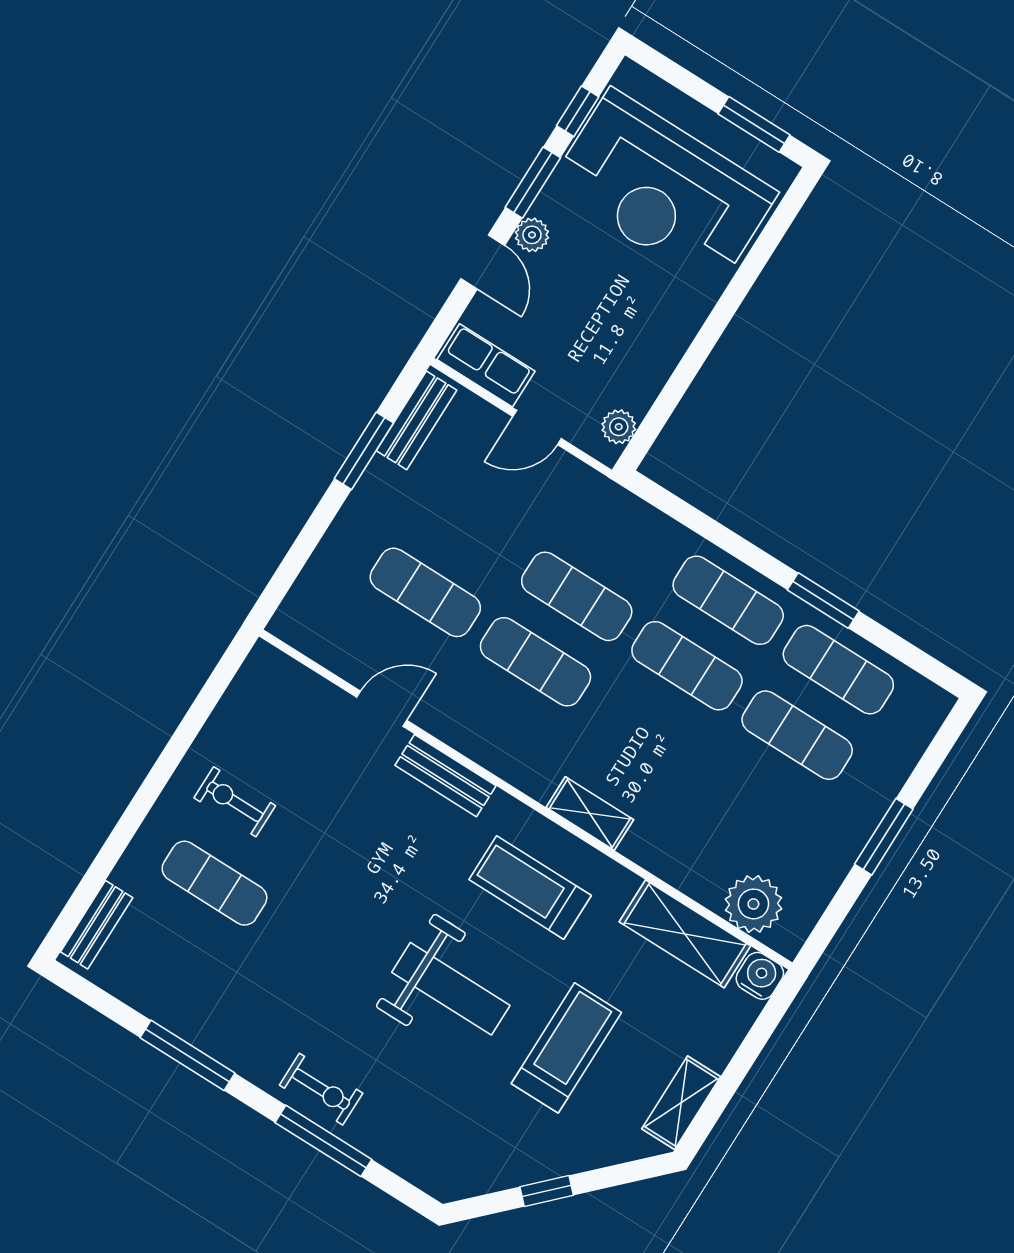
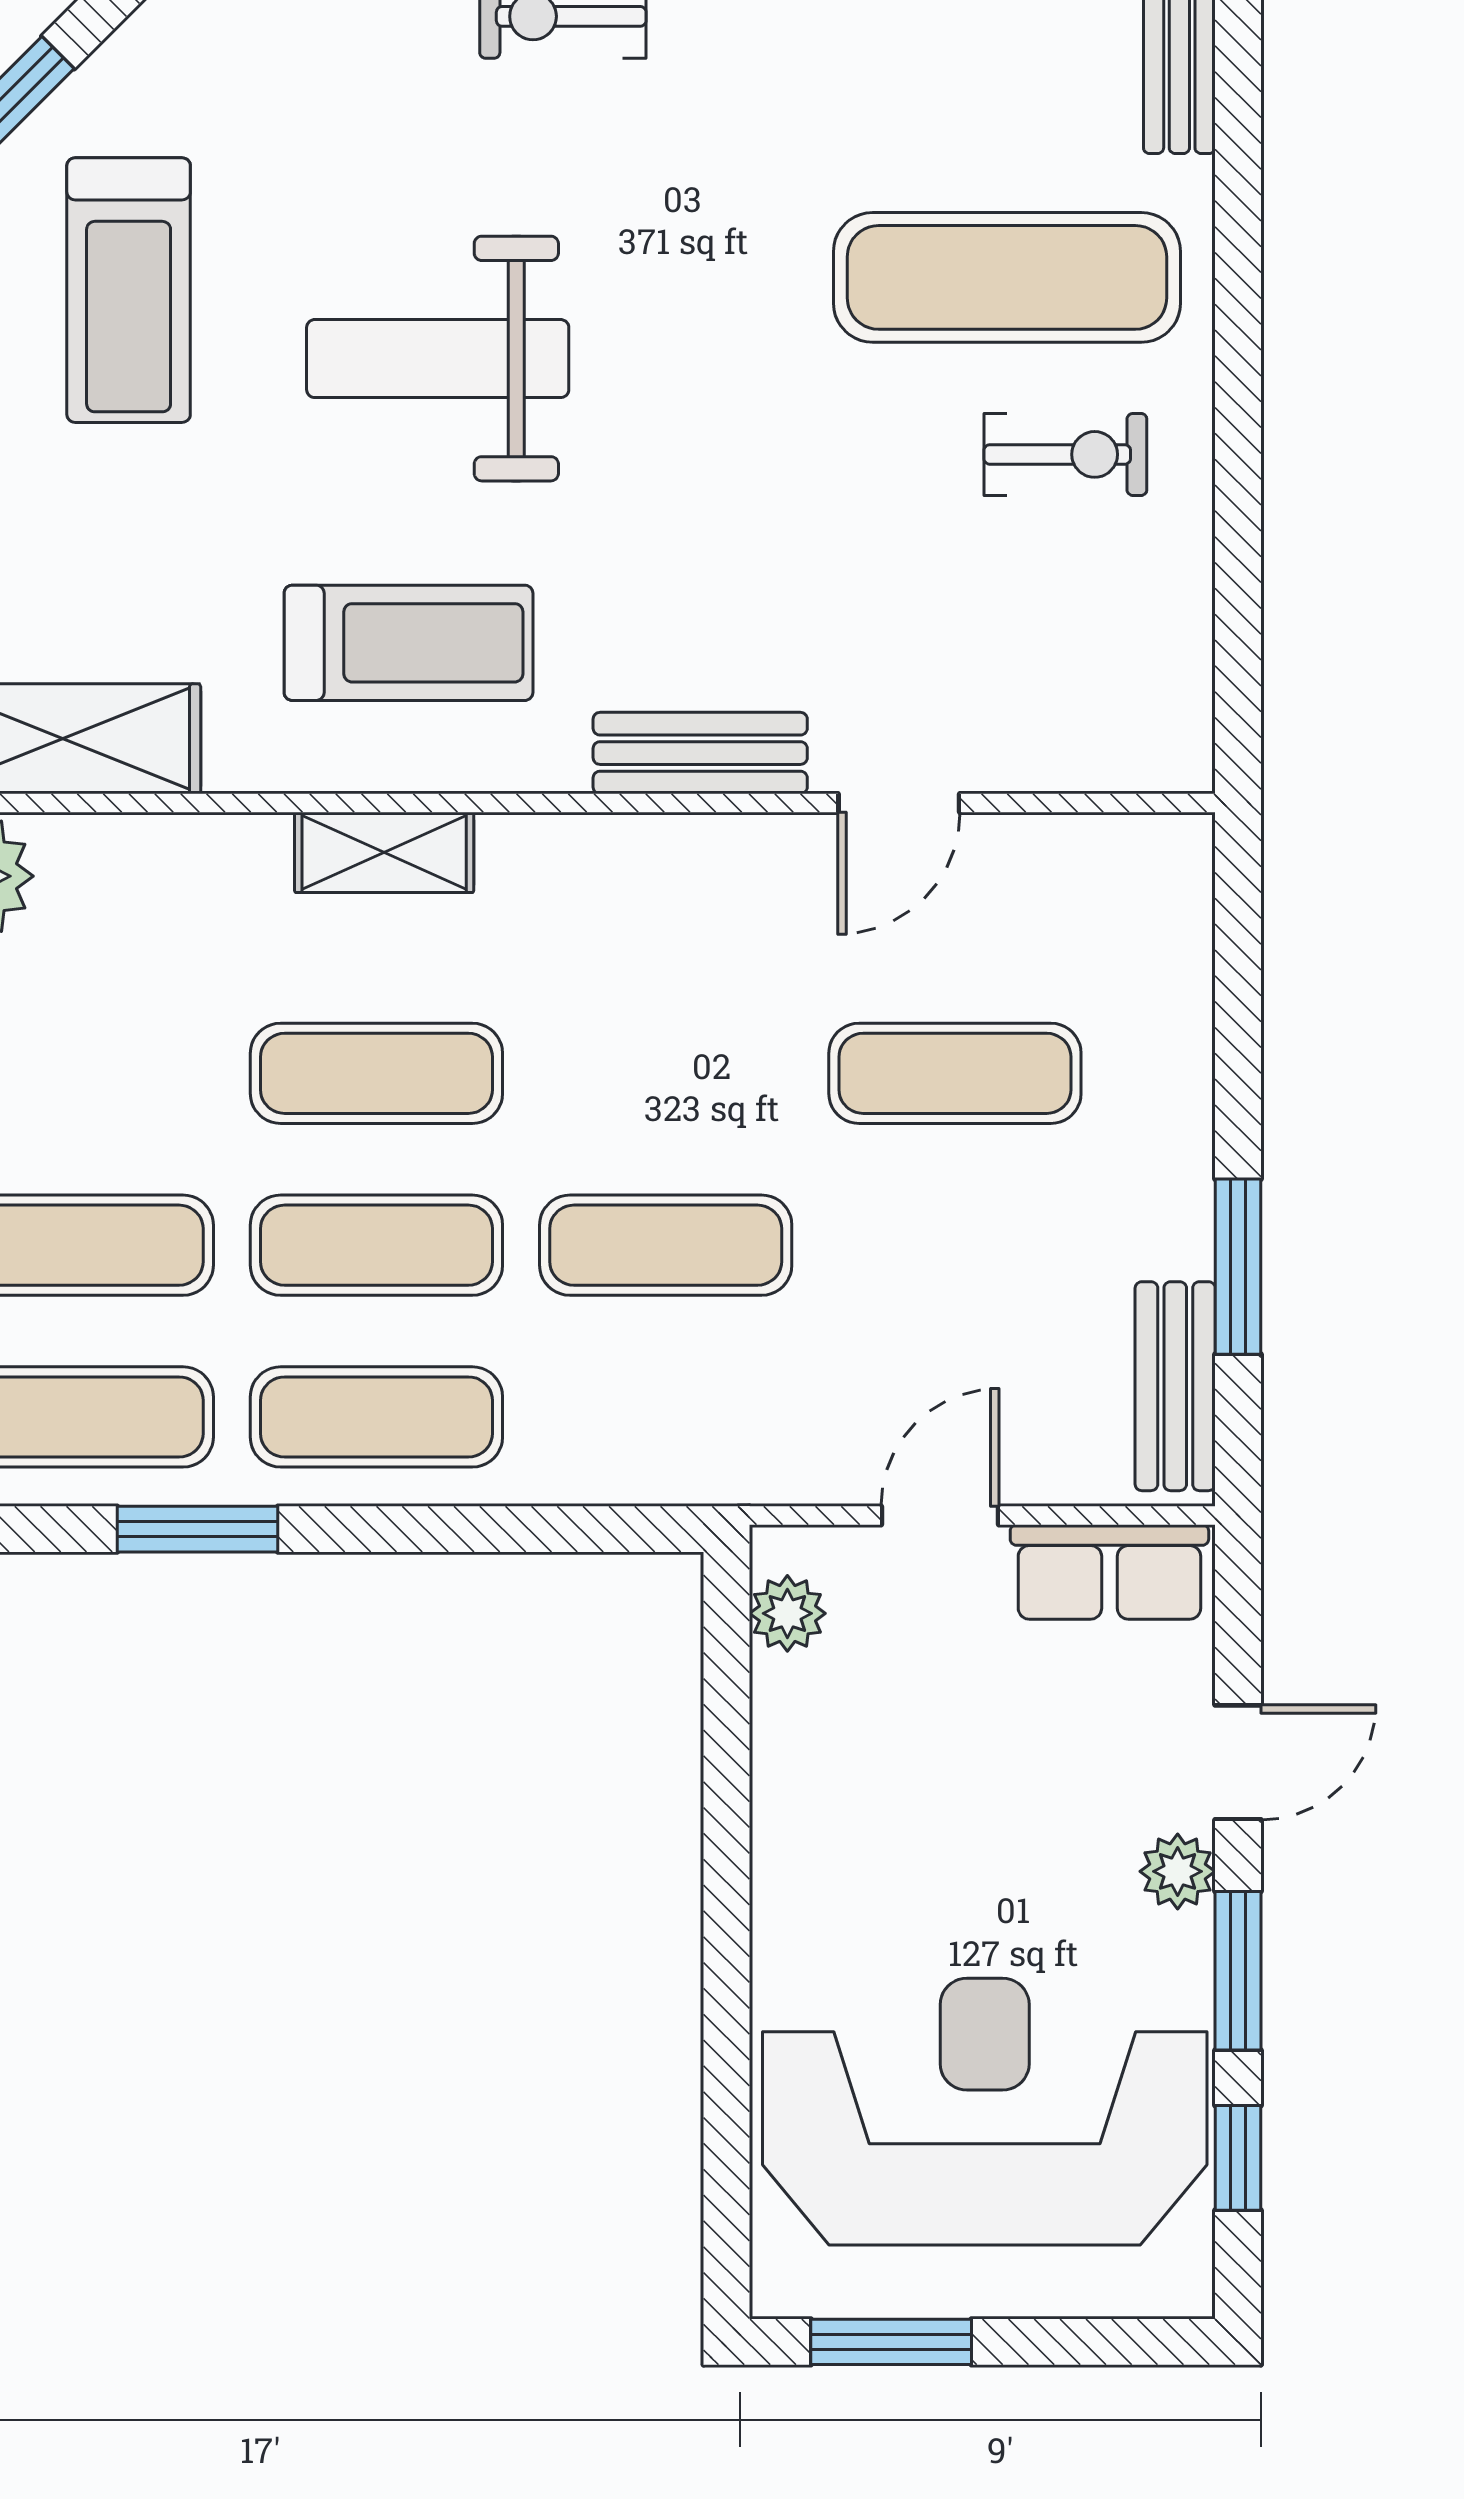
door: (483, 262) -> (1238, 1762), swing flipped
exercise mat: (535, 662) -> (376, 1073), moved
exercise mat: (214, 883) -> (1007, 277), width x1.36, depth x1.45
treadmill: (566, 1048) -> (129, 290), moved

